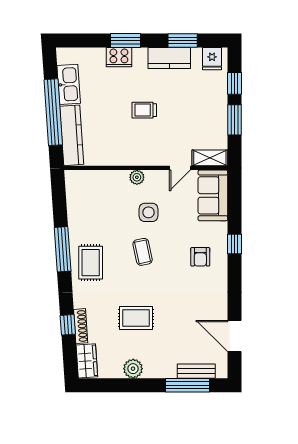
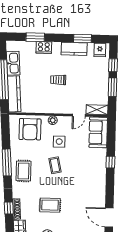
window: (126, 40) -> (35, 37), moved
armchair: (200, 257) -> (30, 129), moved, width x1.88, depth x1.88

